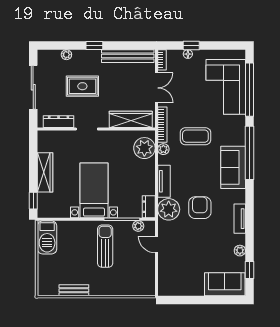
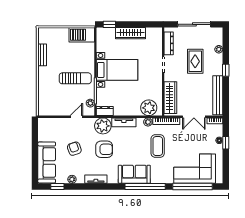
armchair: (199, 247) -> (74, 149), added
sofa: (225, 284) -> (47, 162), width x1.36

